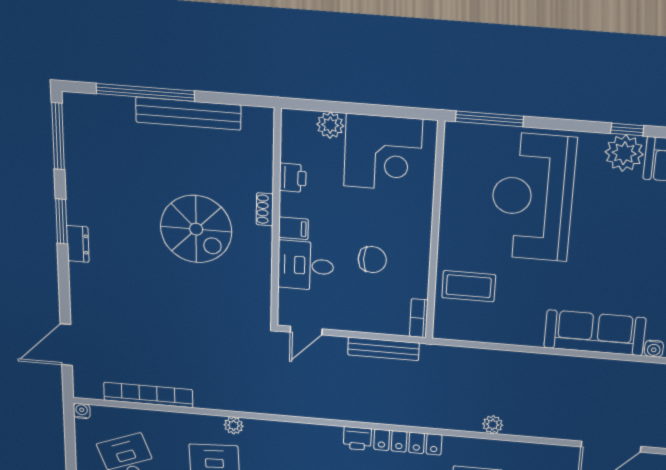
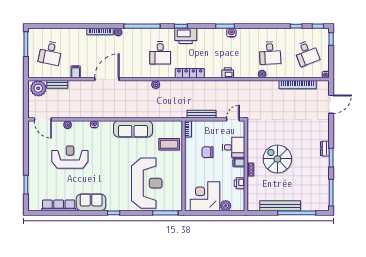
plant: (624, 153) -> (114, 203), removed
sofa: (595, 333) -> (133, 129), moved
printer: (357, 438) -> (228, 73), moved

